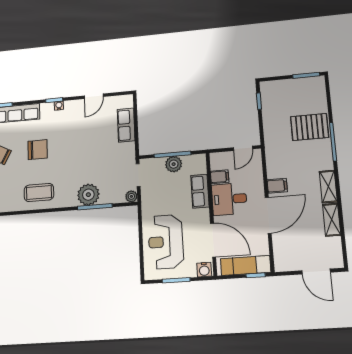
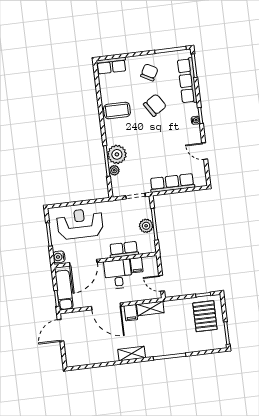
row of seats: (126, 125) -> (172, 183), width x1.48
pallet: (310, 127) -> (205, 316), moved
chair: (38, 150) -> (155, 105), turned -123
coffee table: (39, 193) -> (117, 110), turned 90
plant: (131, 196) -> (114, 170), moved
shelving: (332, 220) -> (150, 309), moved
door: (316, 272) -> (61, 330), moved

